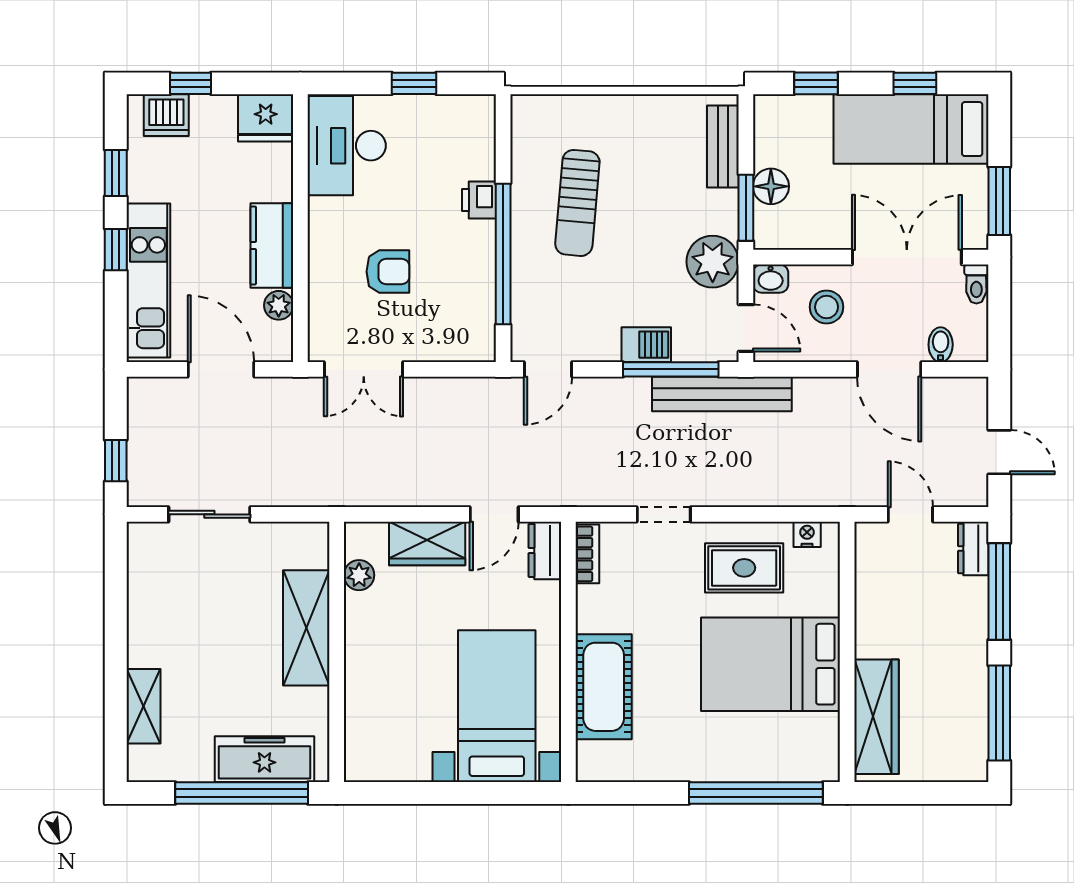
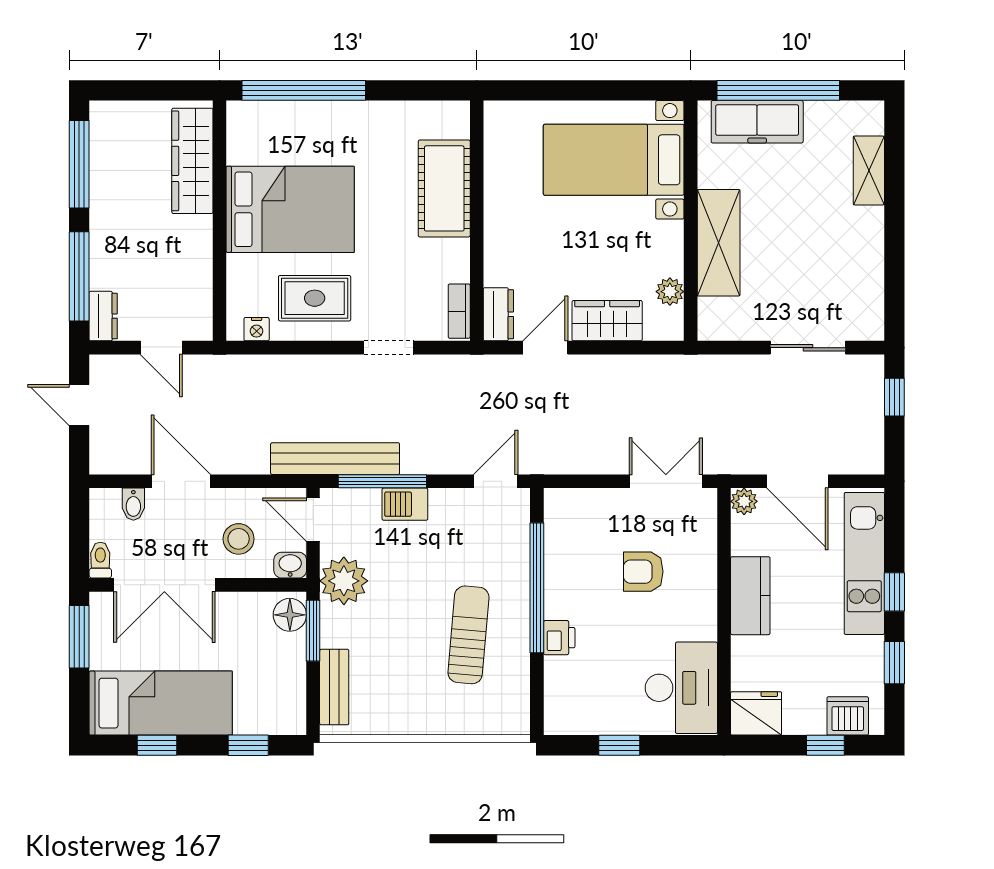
floor lamp: (771, 186) -> (290, 615), moved
plant: (279, 305) -> (744, 501), moved
bed with nightstands: (497, 706) -> (614, 160), moved, turned 90

